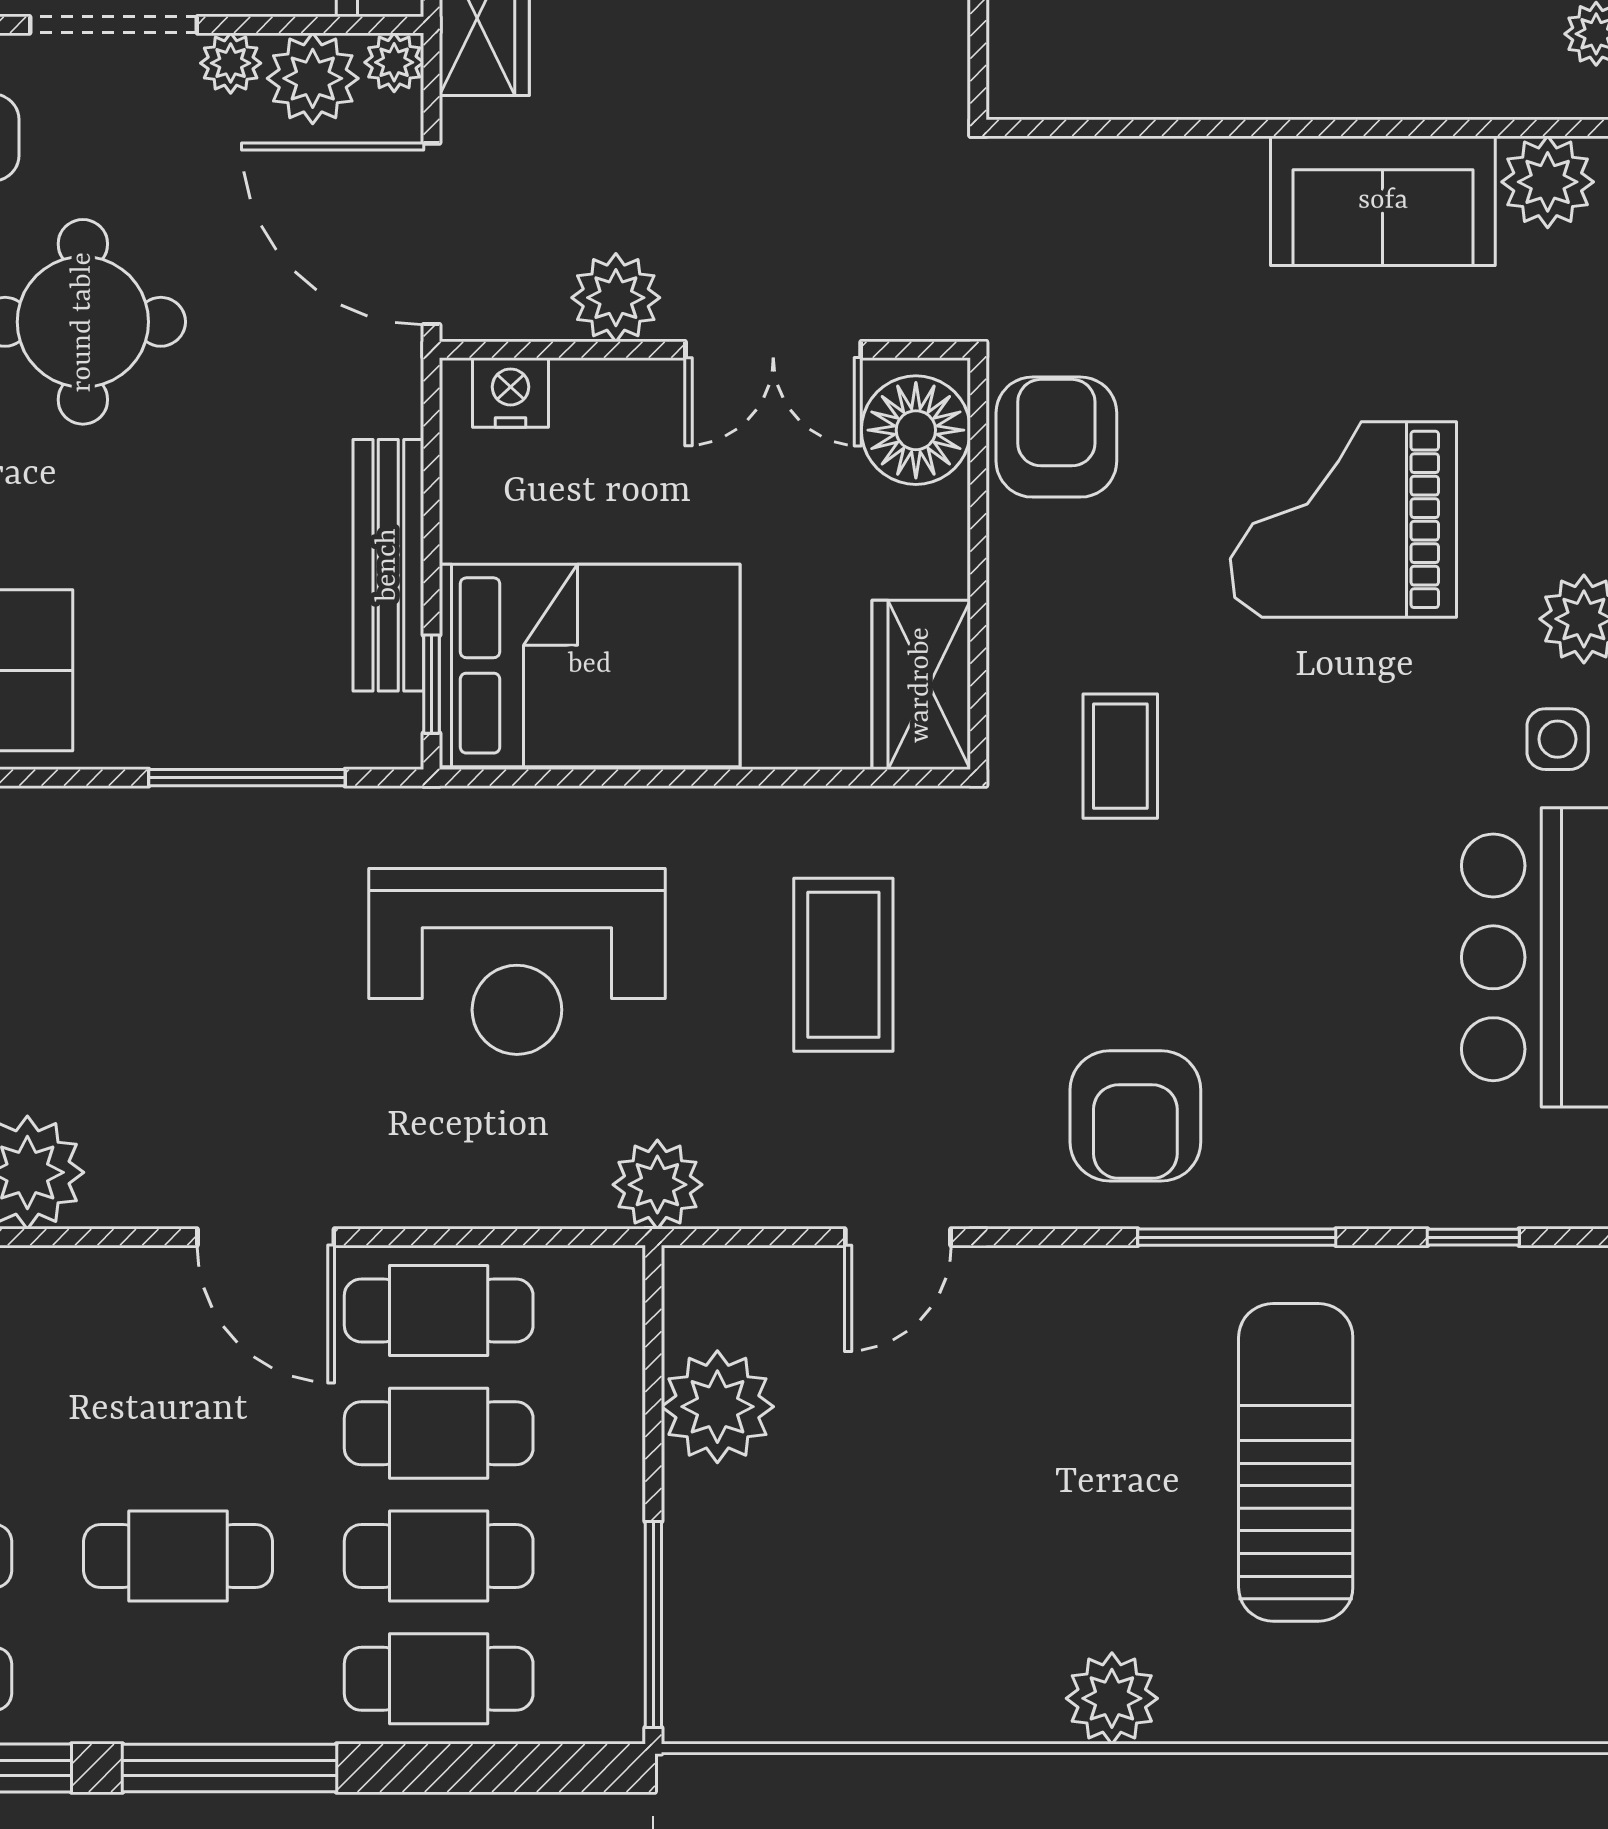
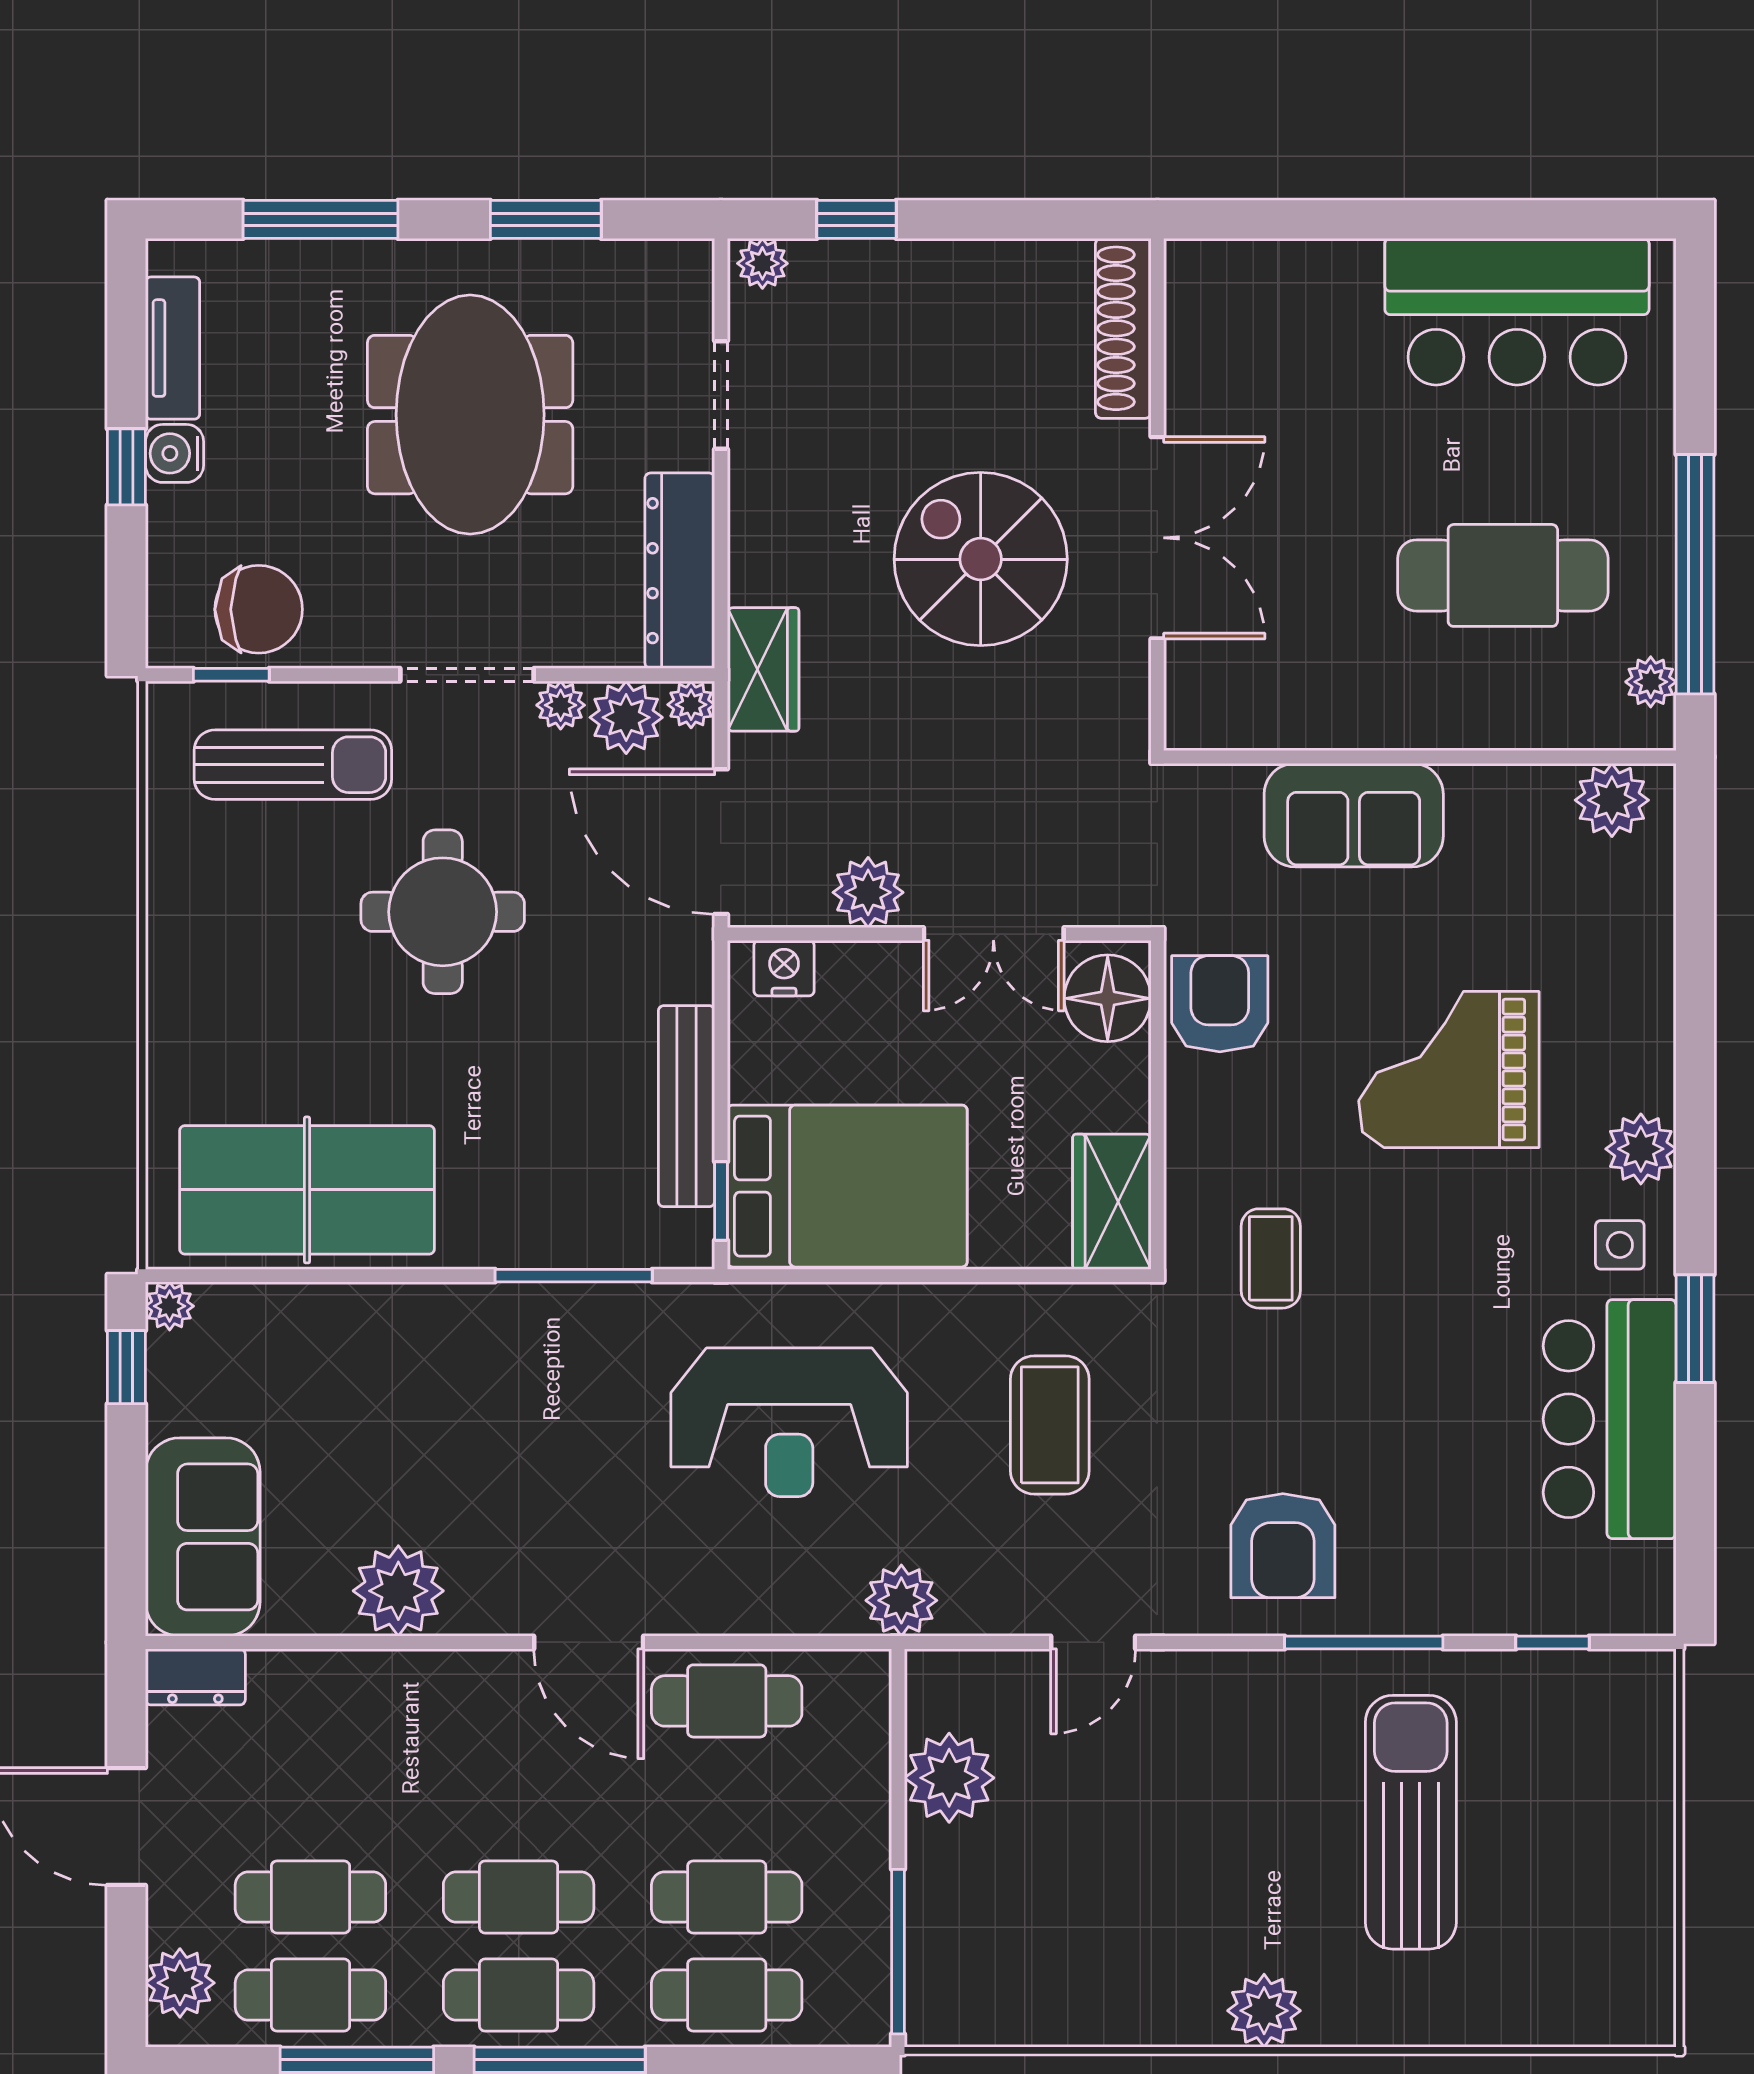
sofa: (1383, 201) -> (1354, 815), moved
cafe table: (439, 1433) -> (519, 1995), moved

